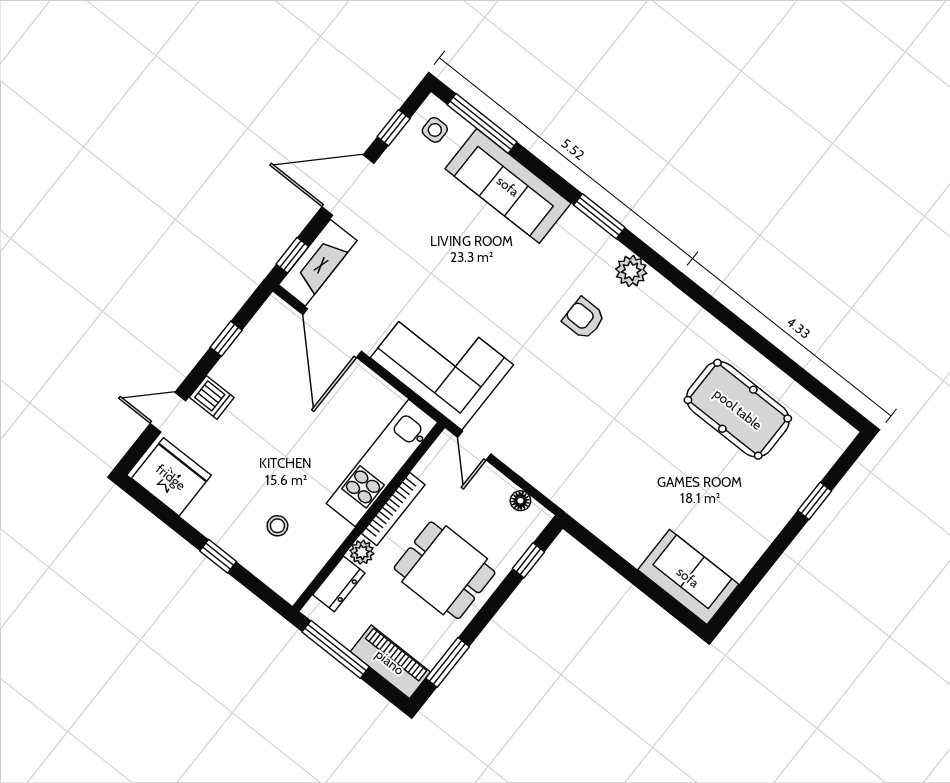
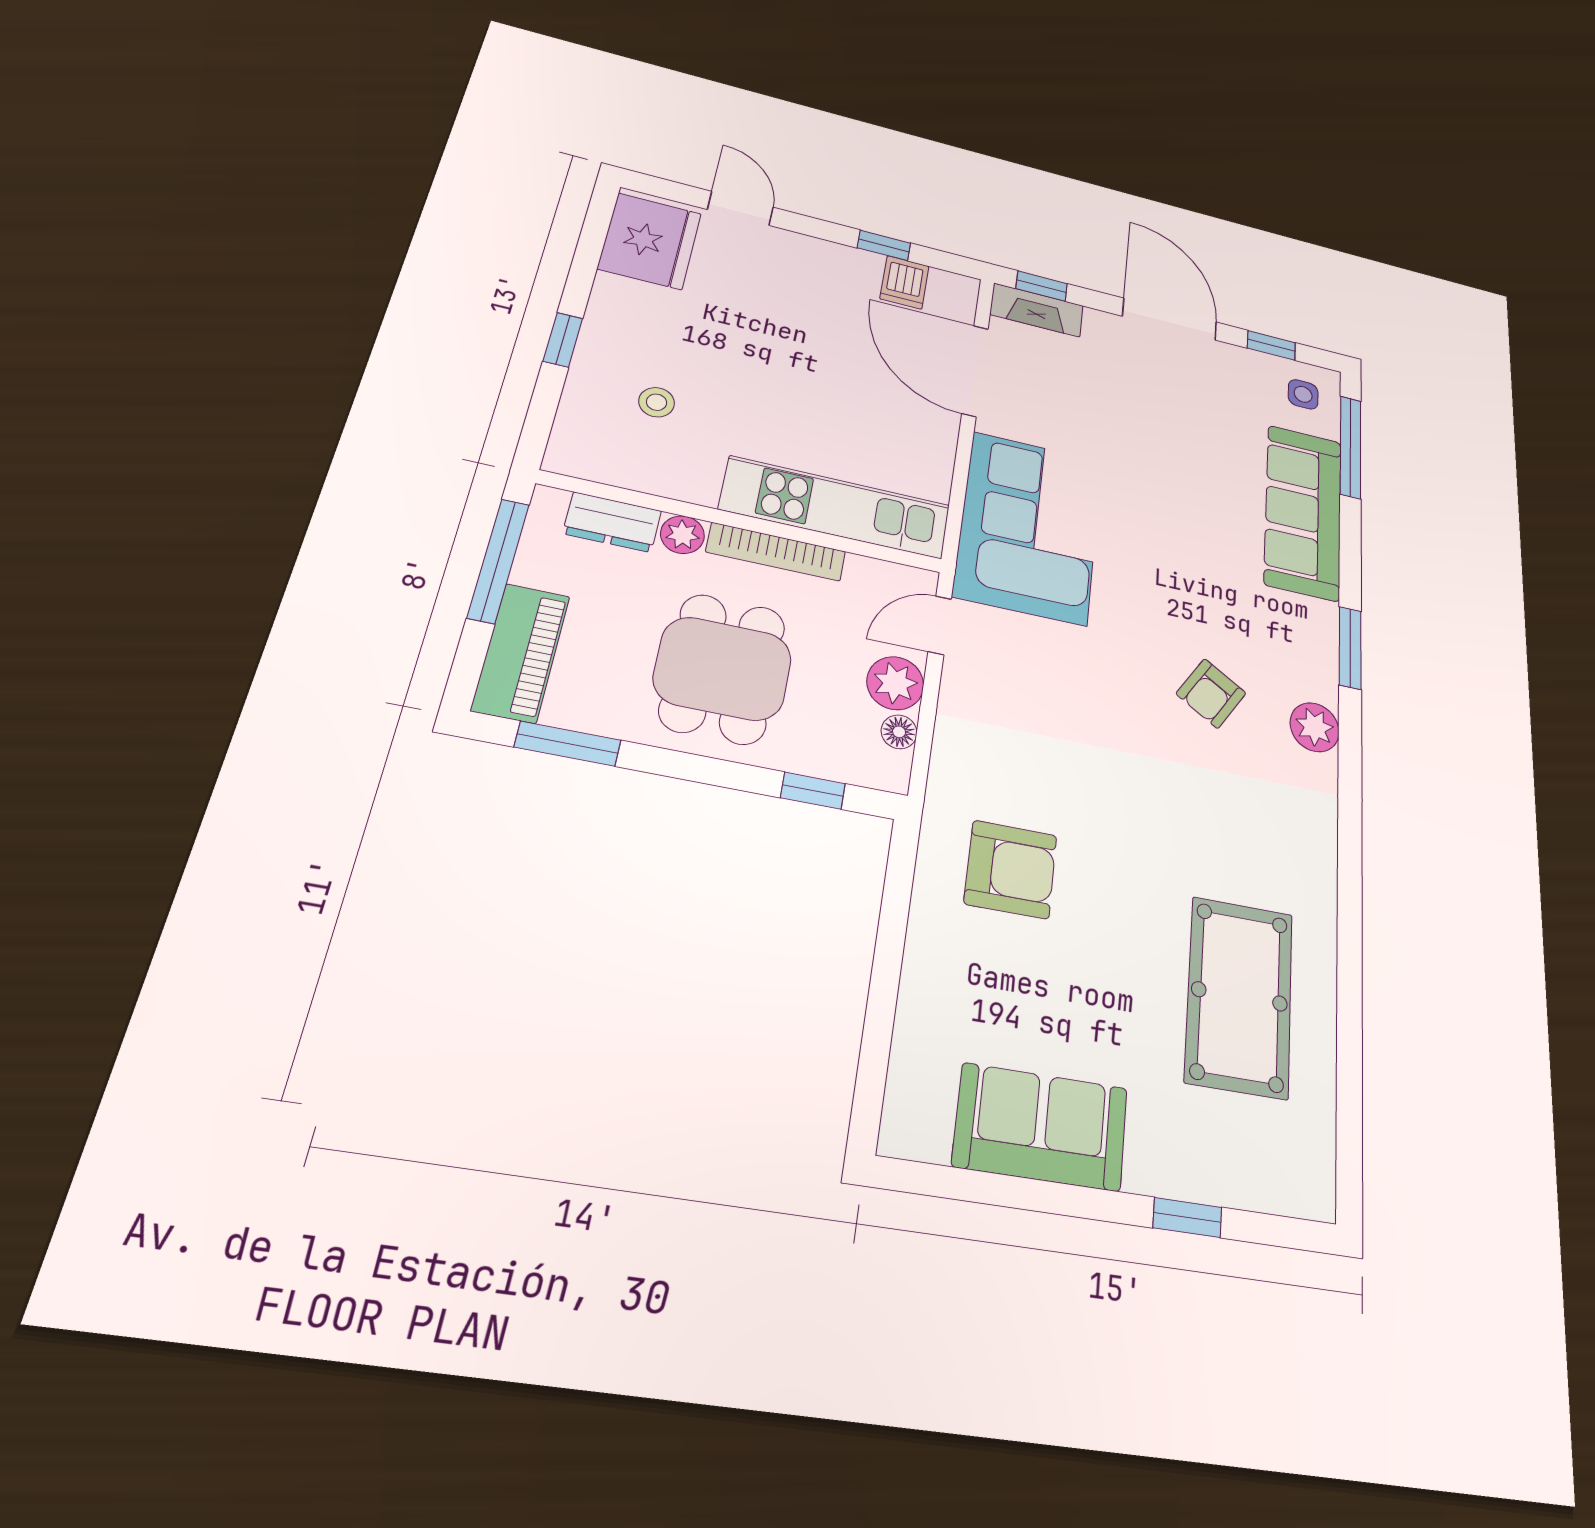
fireplace: (318, 263) -> (1037, 310), width x0.73, depth x0.76
armchair: (584, 318) -> (1211, 693), turned -148
door: (332, 333) -> (975, 371), hinge flipped
dishwasher: (212, 397) -> (904, 282), moved
armchair: (617, 486) -> (1011, 869), added
plant: (494, 488) -> (895, 683), added
sofa: (688, 577) -> (1041, 1127), moved, turned -90

